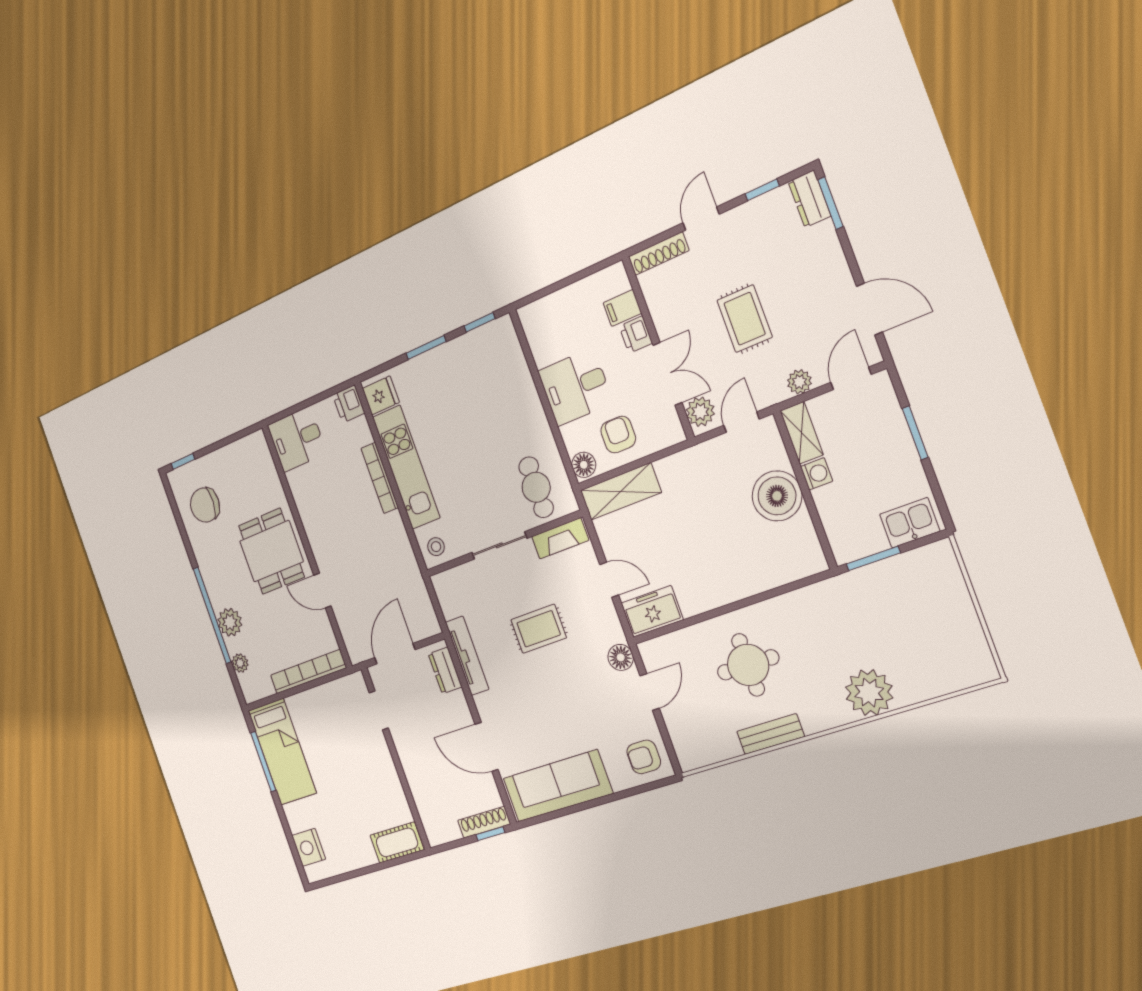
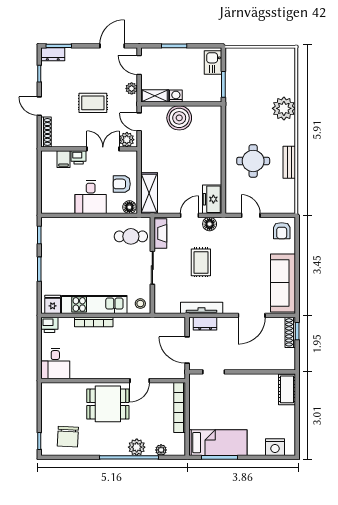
floor lamp: (621, 657) -> (210, 224), moved

